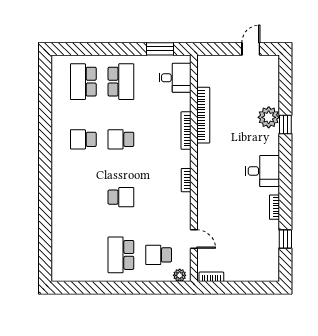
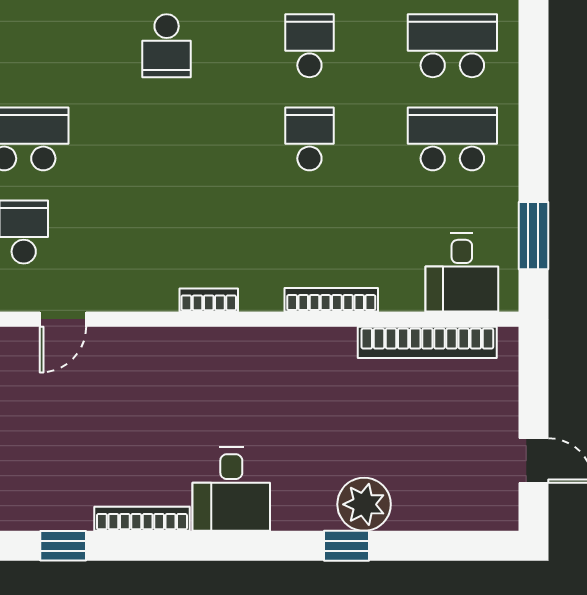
school desk: (121, 82) -> (452, 139), turned 180
bookcase: (203, 115) -> (427, 342), moved
school desk: (121, 197) -> (167, 46), moved
bookcase: (274, 207) -> (142, 519), width x1.56

